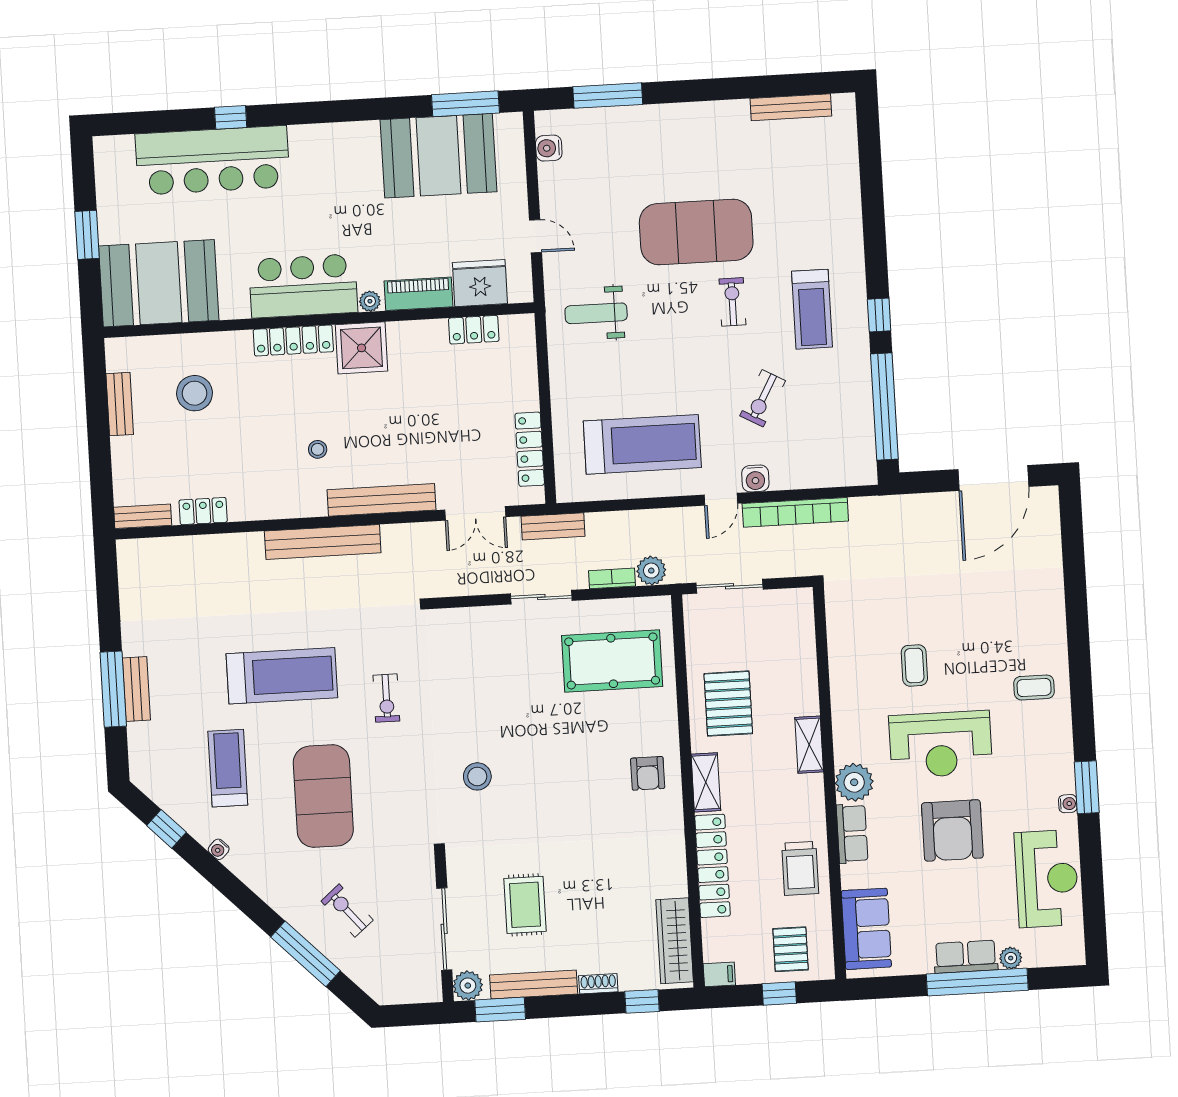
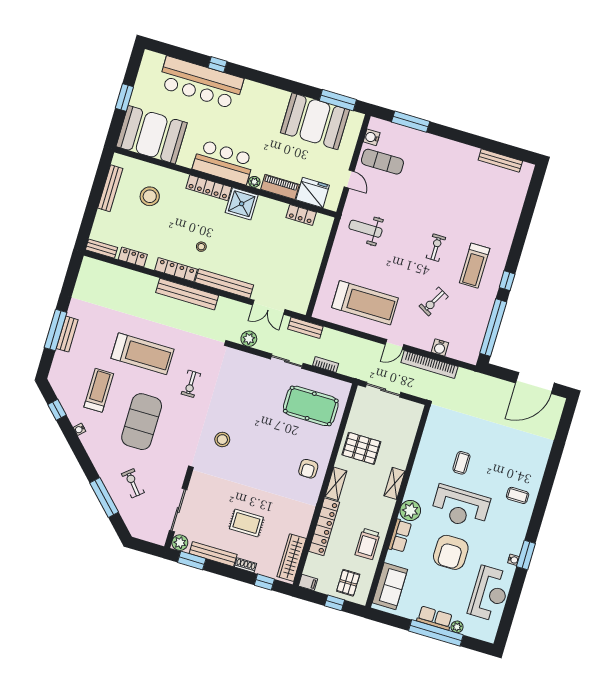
exercise mat: (696, 232) -> (382, 162), moved, width x0.50, depth x0.69
bench: (120, 404) -> (110, 188), width x1.36
locker: (530, 449) -> (176, 270), moved, turned 90
water cooler: (755, 478) -> (440, 347), moved
plant: (651, 571) -> (249, 339), moved
pallet: (728, 704) -> (361, 448), turned 90
rug: (525, 905) -> (246, 523), moved, turned 90

